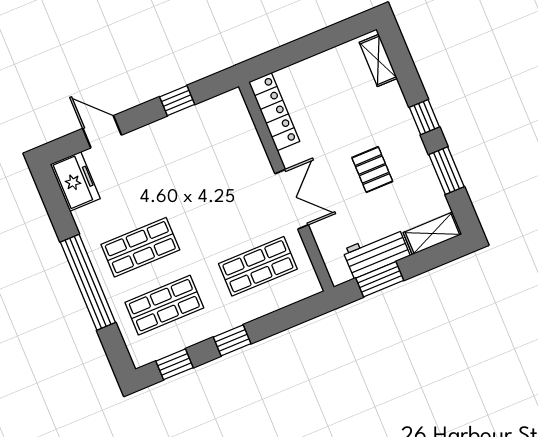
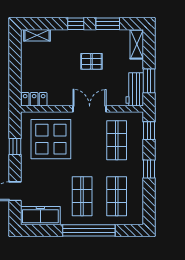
locker: (274, 112) -> (34, 99), width x0.66
display table: (214, 156) -> (51, 139), added
freezer: (75, 181) -> (40, 216), width x1.40
workbench: (376, 253) -> (135, 89), moved
window: (175, 364) -> (149, 131), moved

